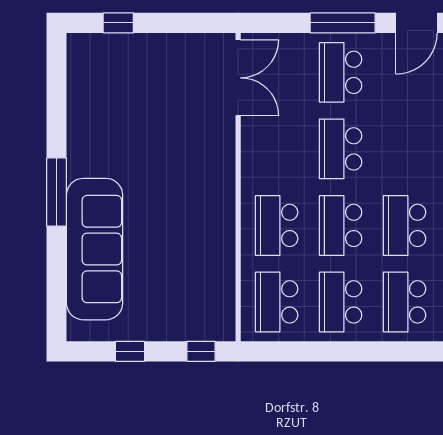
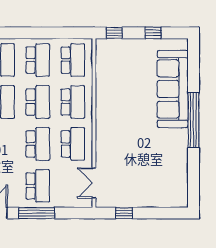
window: (118, 23) -> (124, 213), moved
double door: (238, 78) -> (94, 183), width x0.73
school desk: (277, 149) -> (73, 144), added
window: (57, 192) -> (194, 120), width x1.46

